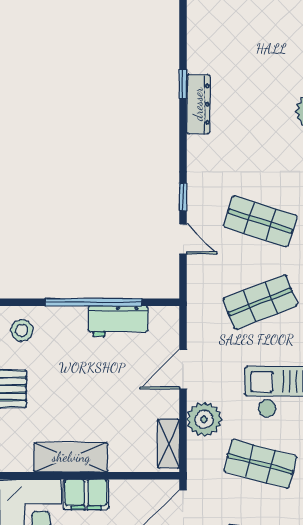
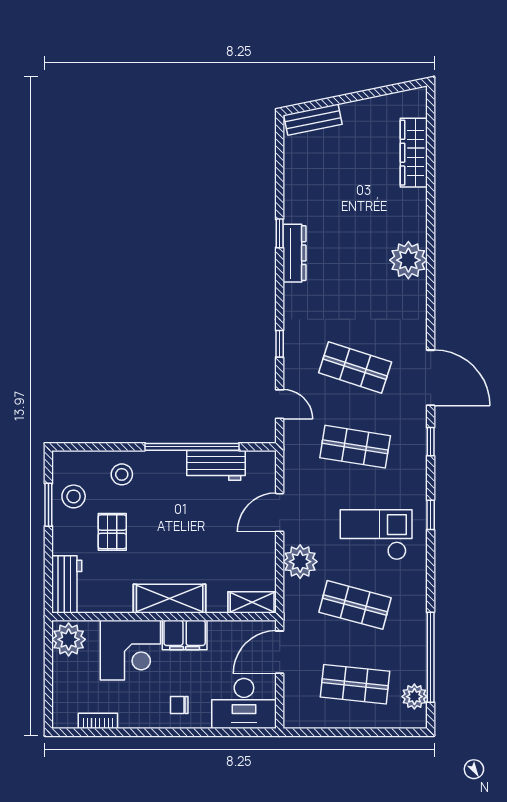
door: (183, 239) -> (280, 404), moved
shop shelf: (260, 302) -> (355, 447), turned 30
shelving: (168, 444) -> (252, 602), moved, turned 90

